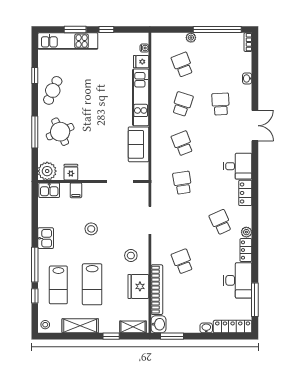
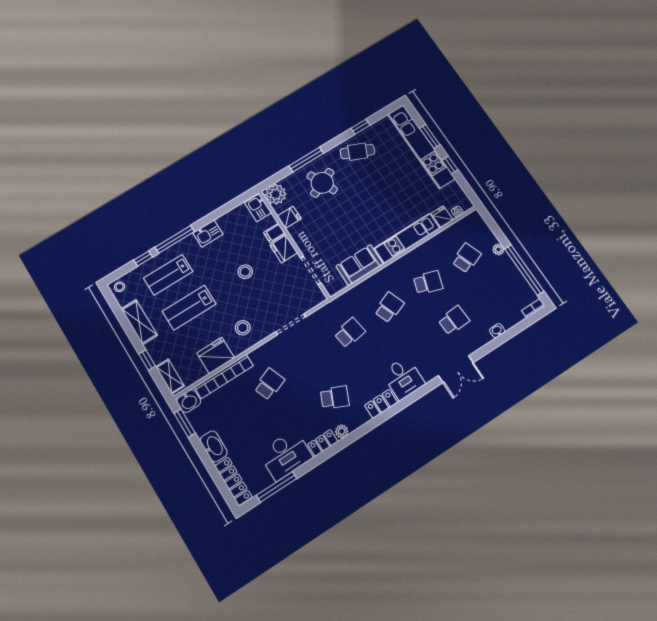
kitchen unit: (68, 41) -> (421, 146), width x1.36
fridge: (92, 191) -> (284, 249), added
school desk: (221, 222) -> (335, 398), turned 48
washbasin: (206, 328) -> (214, 446), width x1.91, depth x1.45

